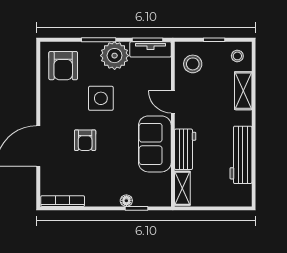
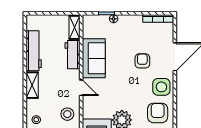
shelving: (243, 91) -> (32, 85), moved
side table: (101, 98) -> (161, 87), moved

